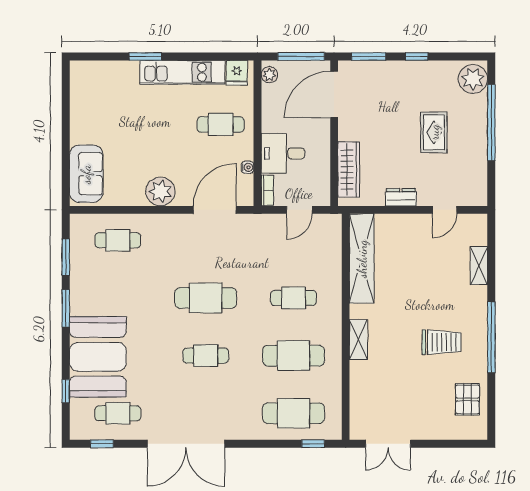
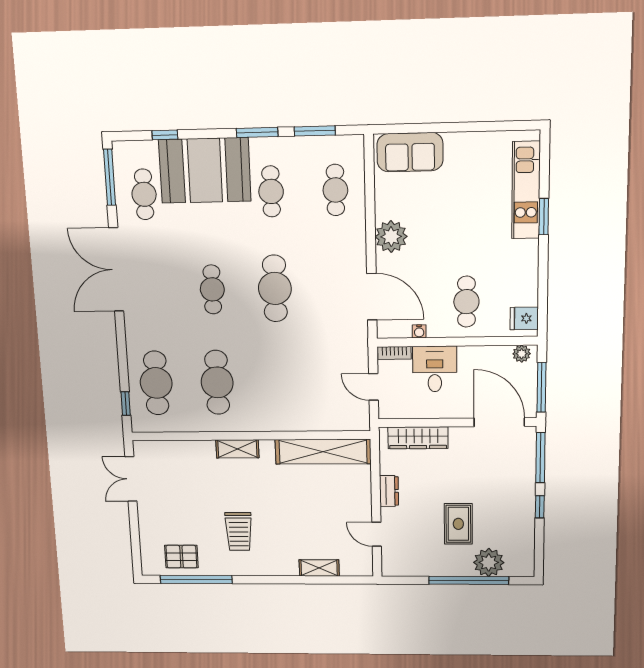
window: (369, 56) -> (540, 458), width x1.44
kitchen unit: (182, 72) -> (526, 190), moved
plant: (473, 79) -> (489, 562), moved
rug: (434, 132) -> (458, 524), turned 90
cafe table: (294, 298) -> (271, 191), moved
window: (491, 337) -> (196, 579), moved
window: (102, 444) -> (110, 177), width x2.17

